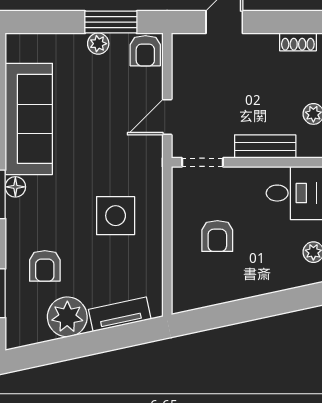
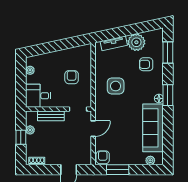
plant: (98, 44) -> (150, 160), moved
armchair: (45, 266) -> (146, 64), turned -90

